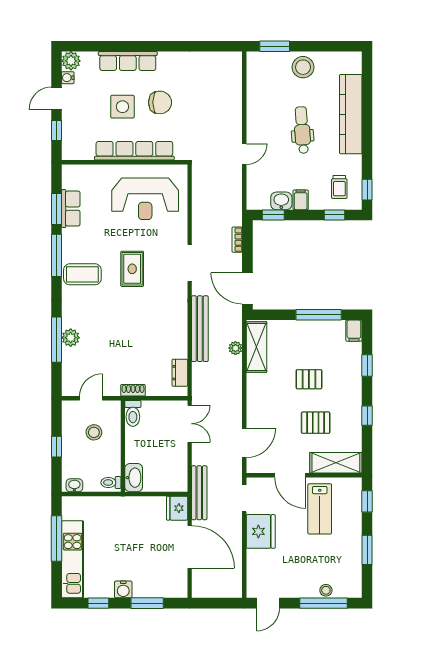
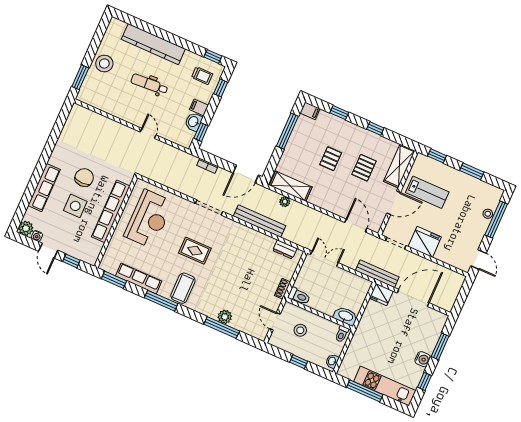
window: (57, 209) -> (114, 280), moved
row of seats: (71, 209) -> (139, 278), width x1.48

